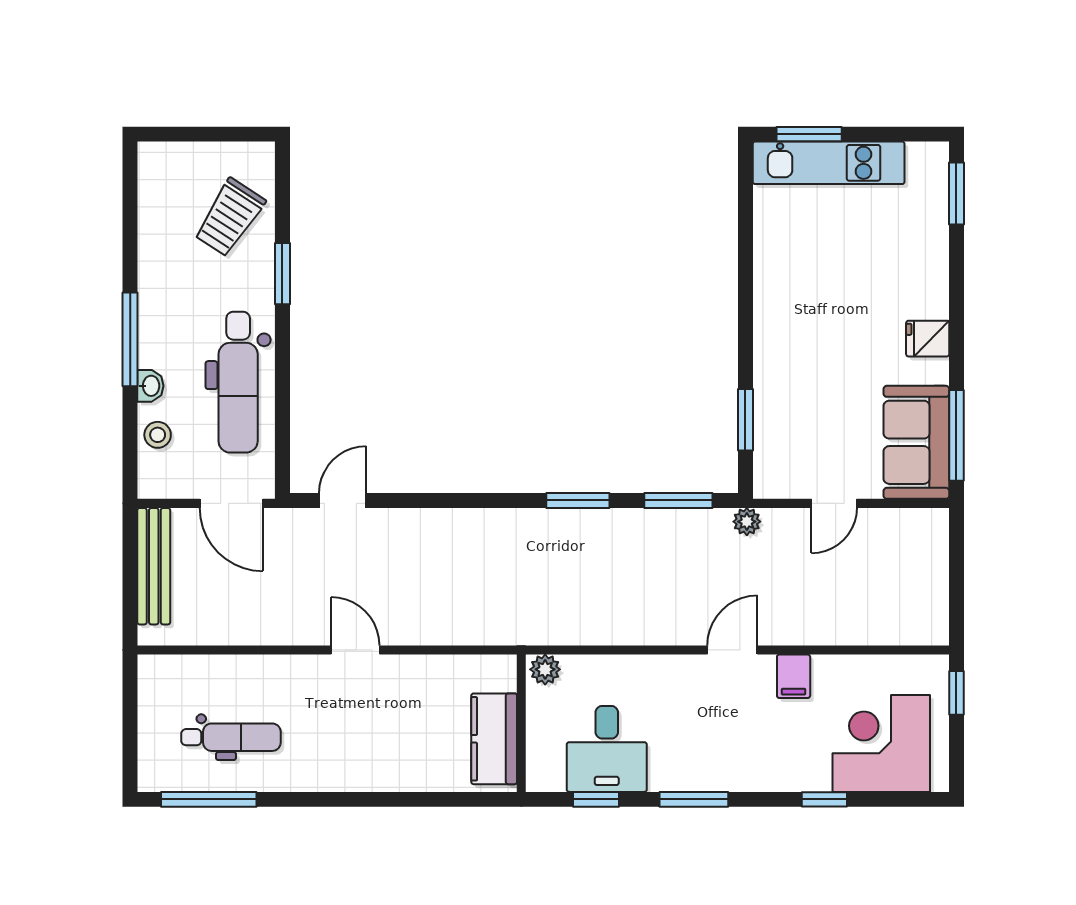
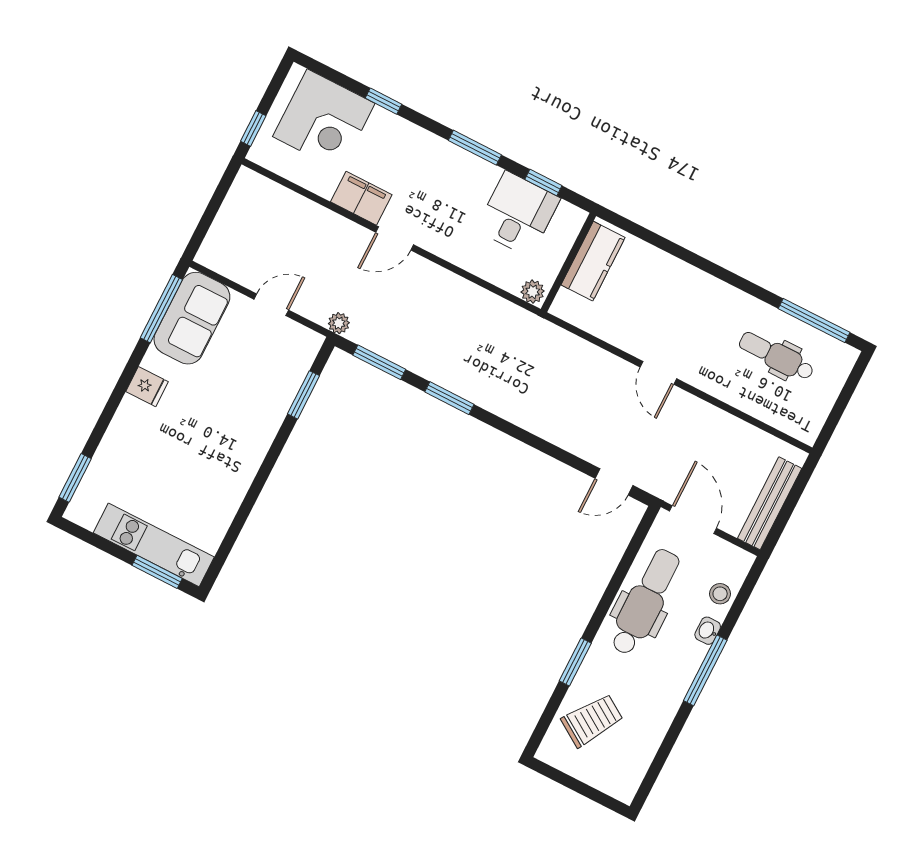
filing cabinet: (794, 676) -> (361, 198), width x2.00

